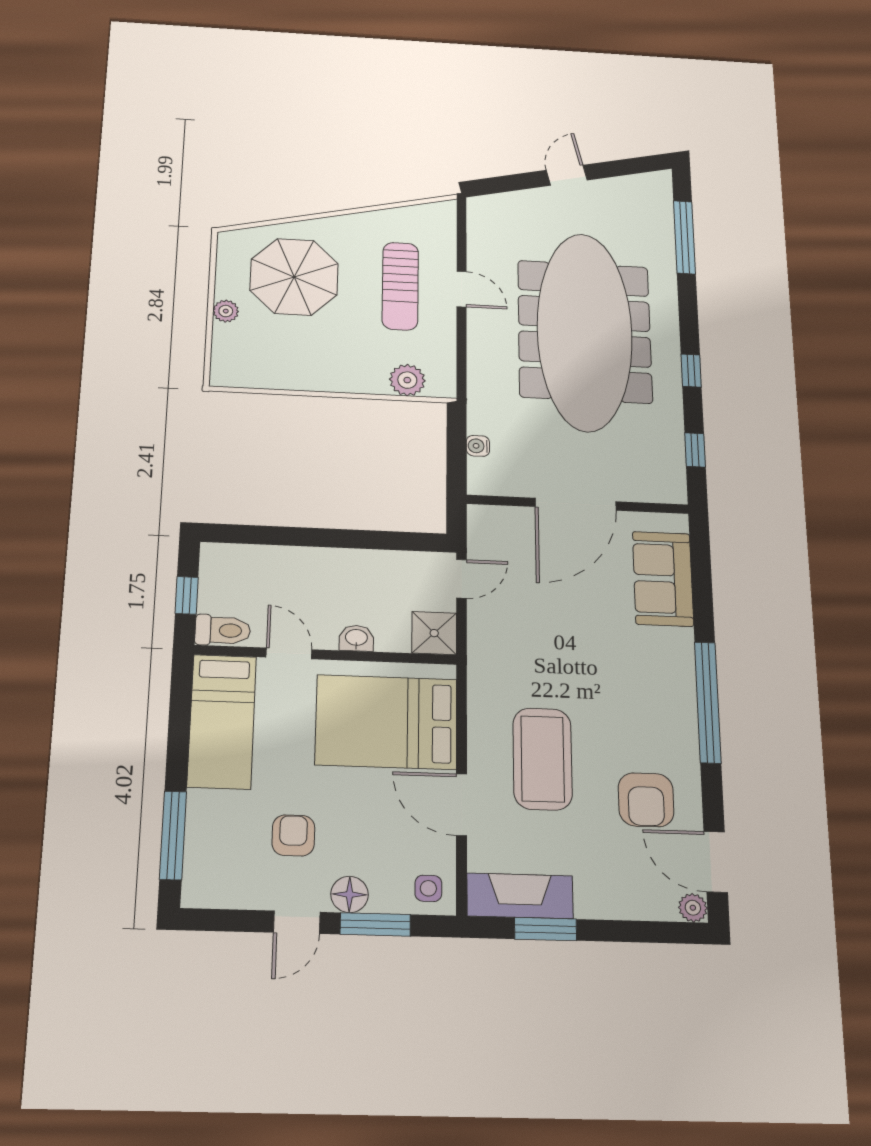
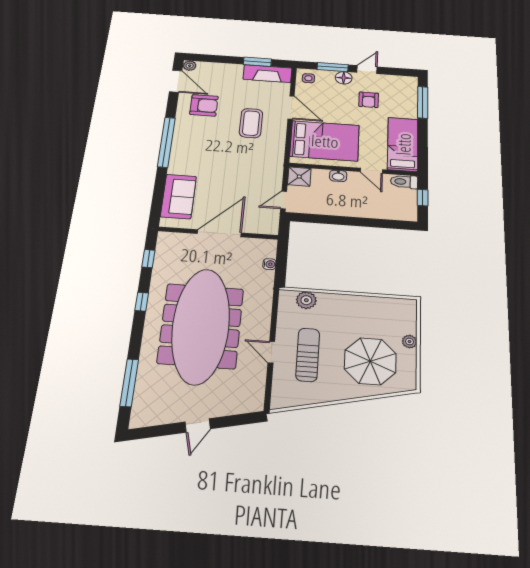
coffee table: (543, 759) -> (251, 123), width x0.73, depth x0.76
armchair: (646, 800) -> (204, 105), turned 90

